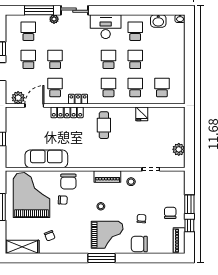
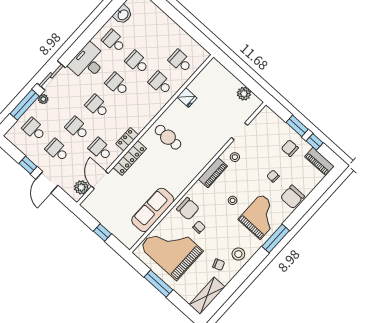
school desk: (108, 87) -> (97, 106), moved
stool: (69, 243) -> (238, 254), added

